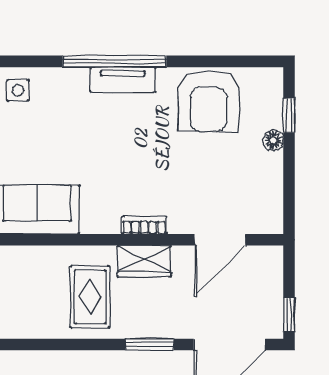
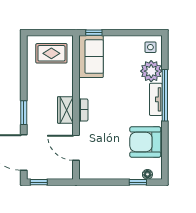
plant: (66, 89) -> (151, 71), added
floor lamp: (273, 140) -> (147, 174), moved
rug: (90, 297) -> (51, 53), moved

